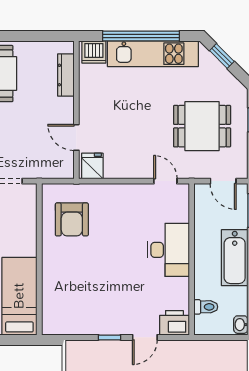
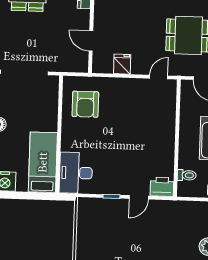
fridge: (92, 166) -> (122, 64), moved
door: (165, 181) -> (159, 77), hinge flipped
desk: (168, 250) -> (76, 173), moved, turned 180

